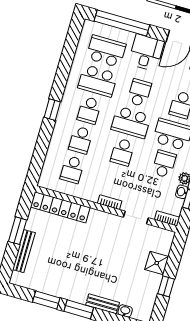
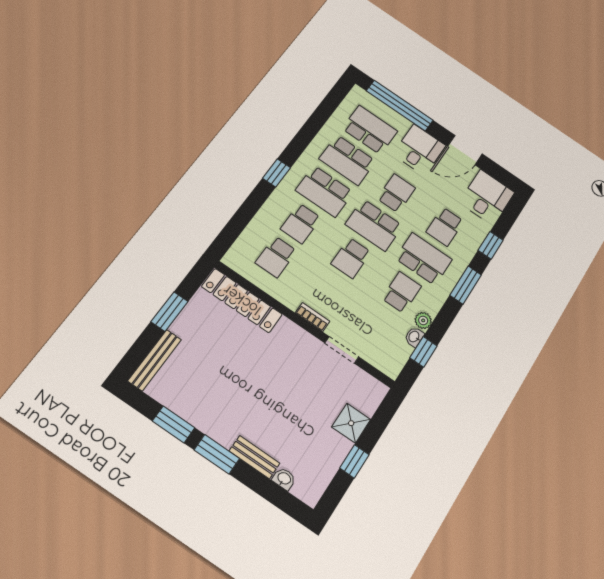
school desk: (89, 110) -> (325, 191), width x1.85
bookcase: (167, 218) -> (384, 366), removed
bench: (24, 251) -> (155, 360), moved

